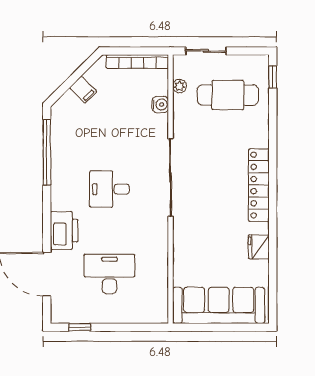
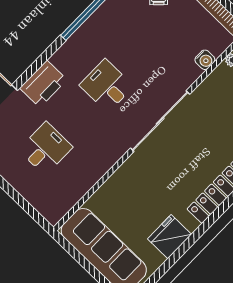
fridge: (259, 247) -> (170, 237), width x1.36, depth x1.34
desk: (109, 274) -> (46, 148), width x0.73

